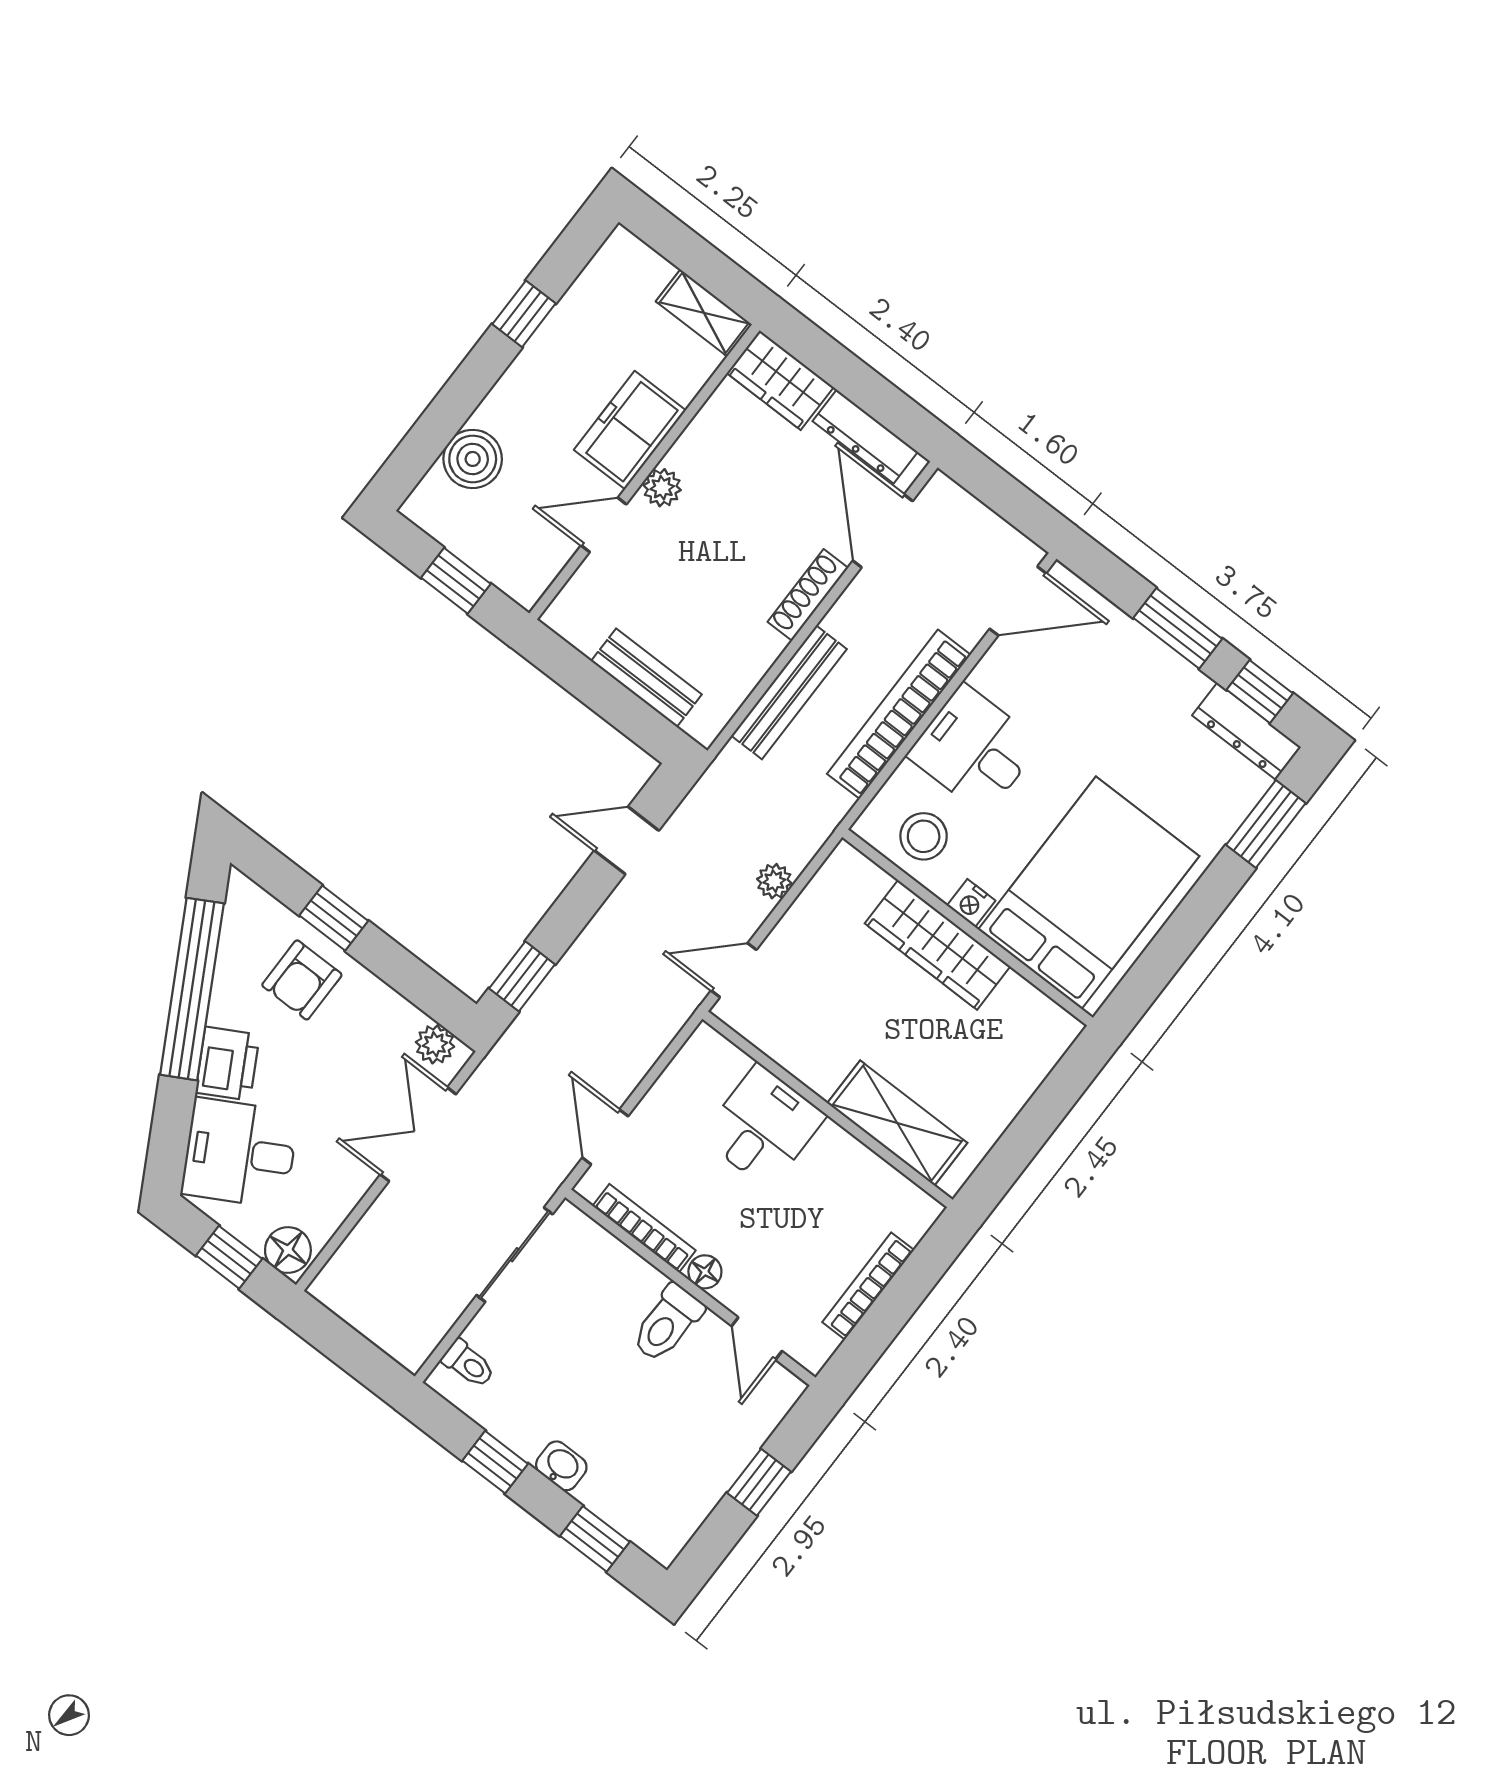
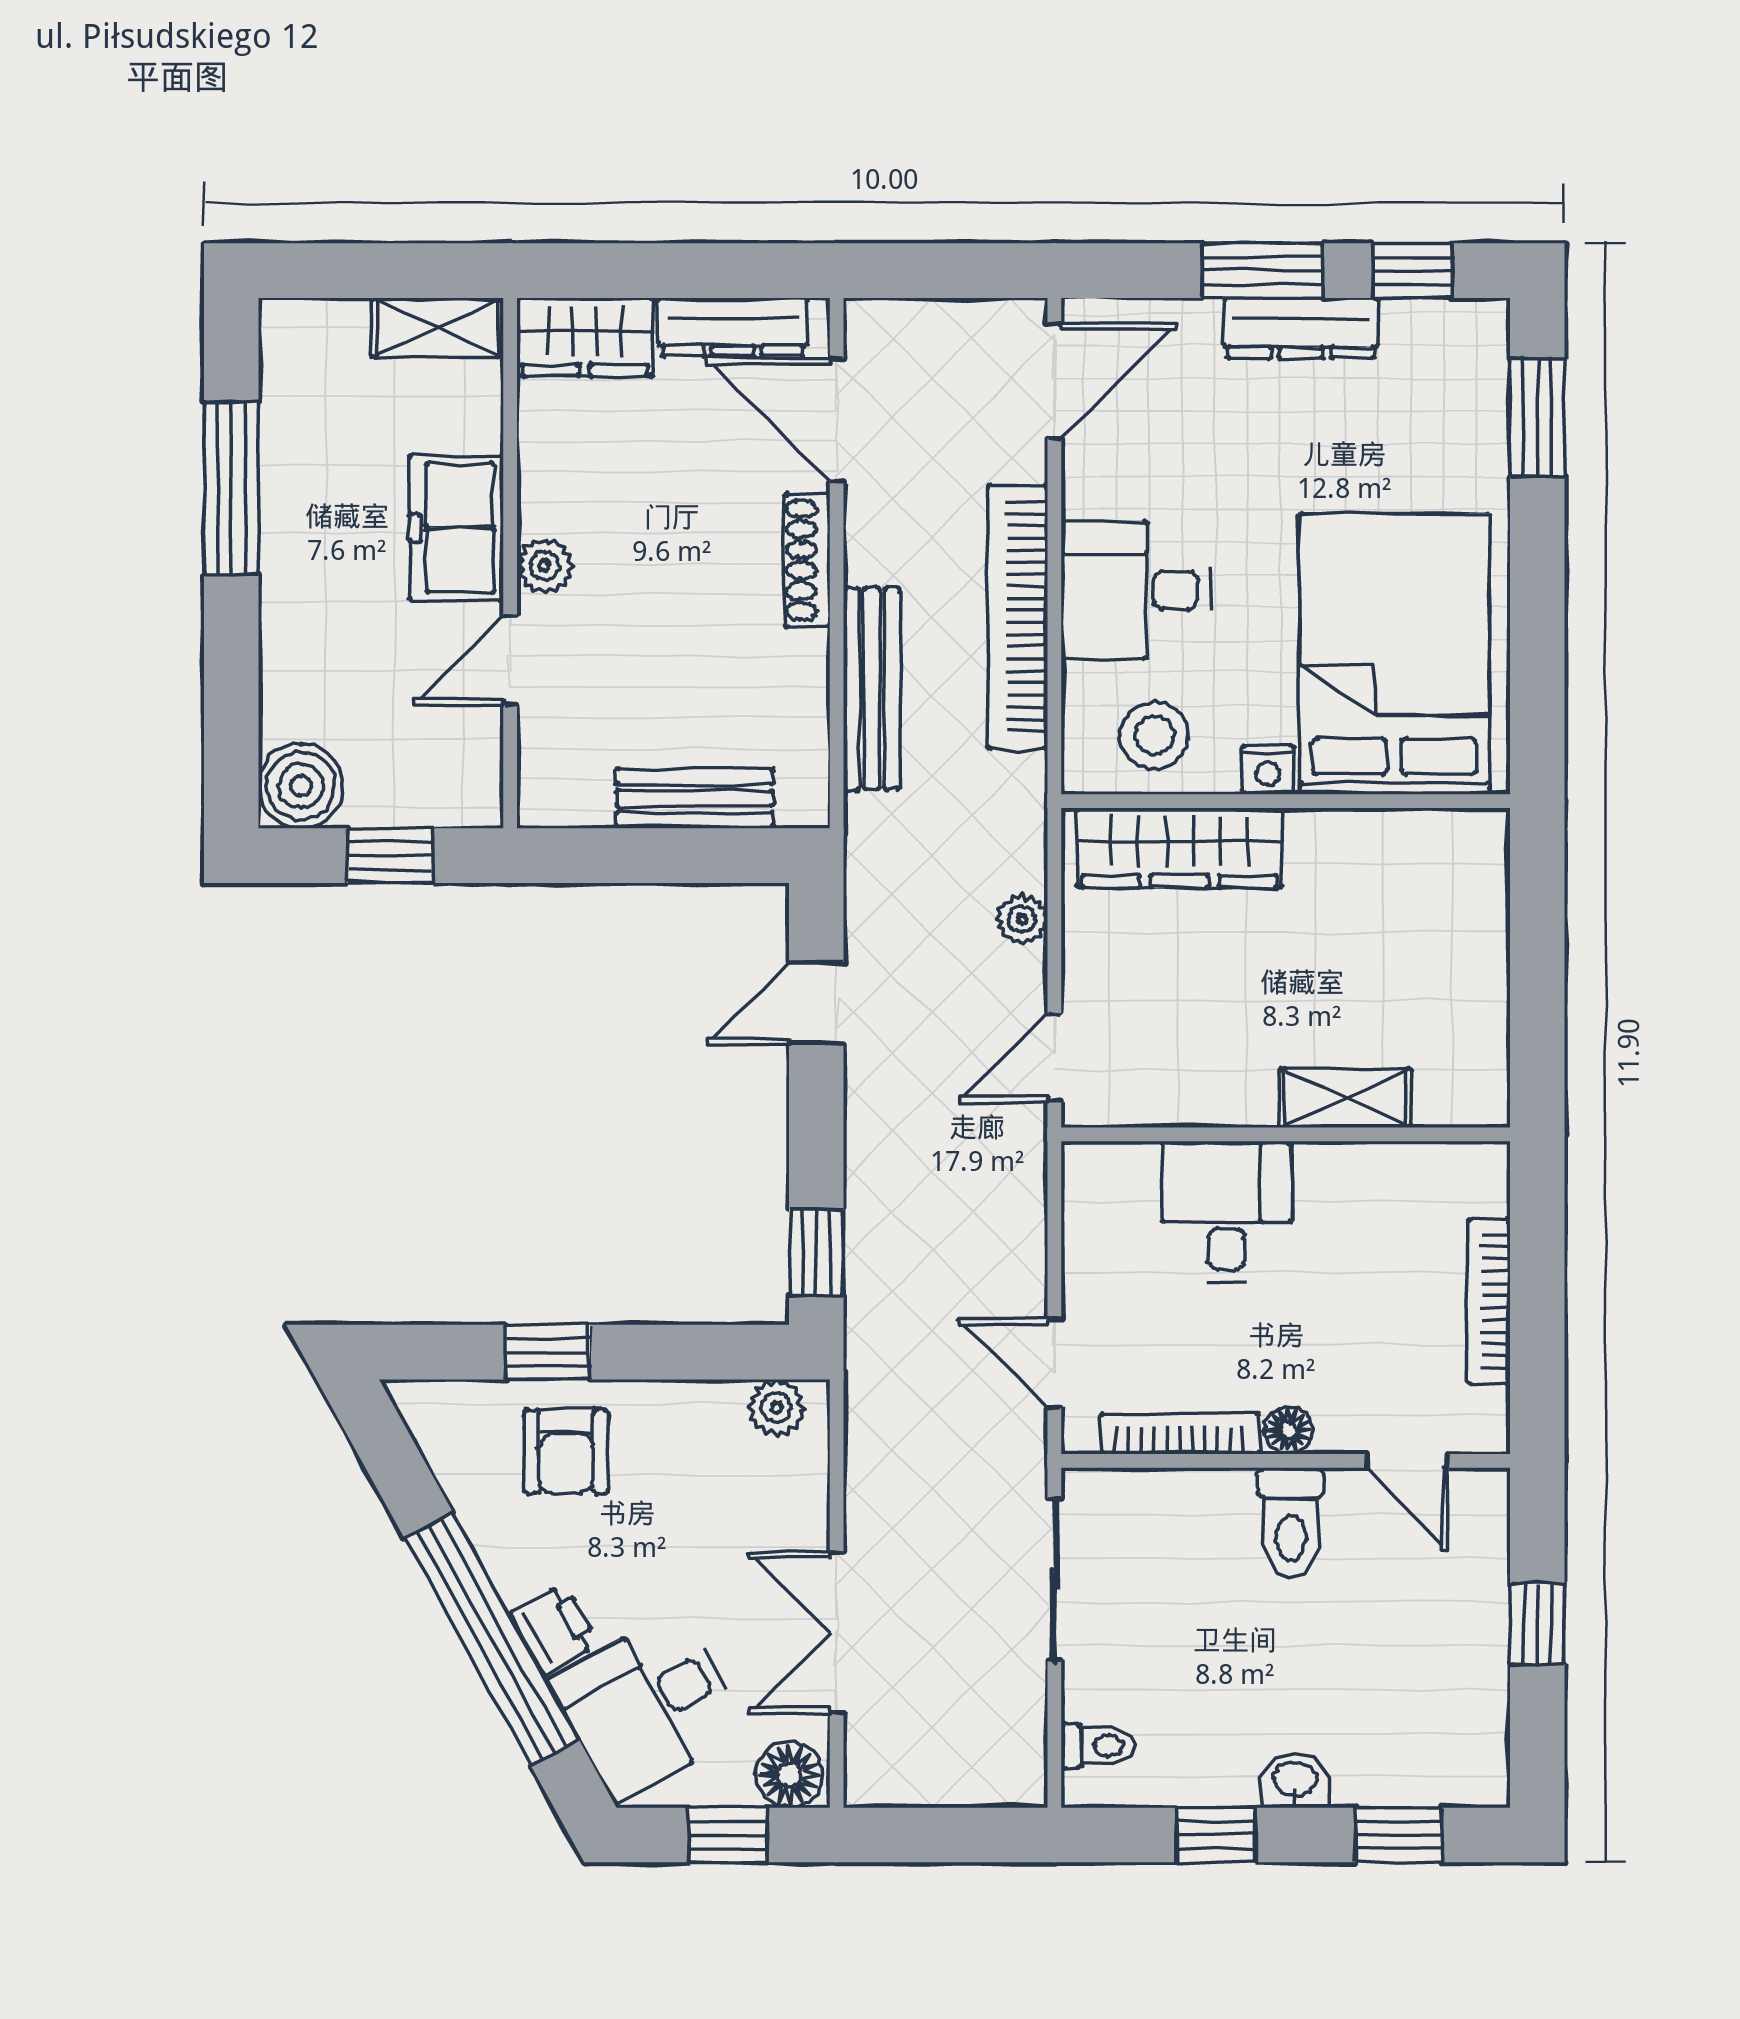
window: (524, 314) -> (231, 488), width x2.17
boiler: (473, 459) -> (301, 786), moved
dresser: (1247, 731) -> (1301, 328), moved
wardrobe: (938, 945) -> (1179, 848), moved
window: (192, 989) -> (492, 1639), moved
printer: (228, 1064) -> (554, 1629), width x0.73, depth x0.81
shelving: (897, 1123) -> (1345, 1098), width x0.67, depth x0.75
double door: (418, 1134) -> (837, 1633), moved

